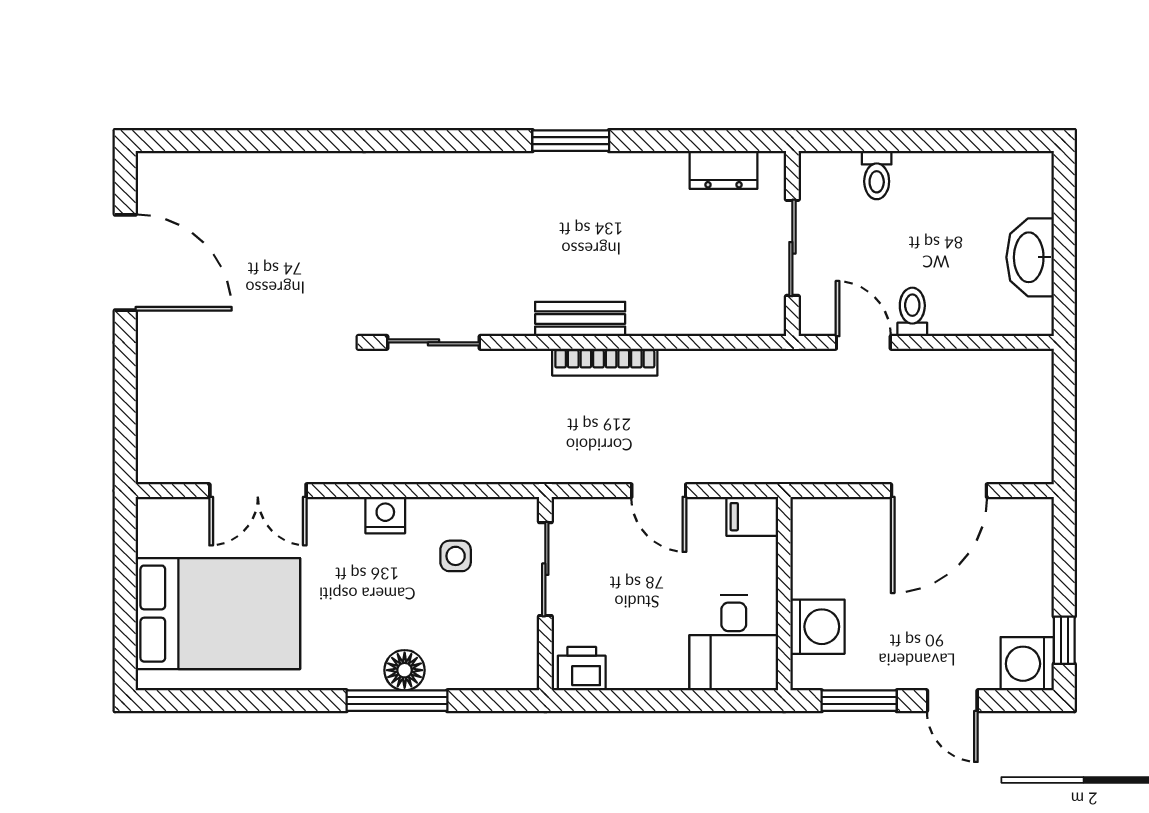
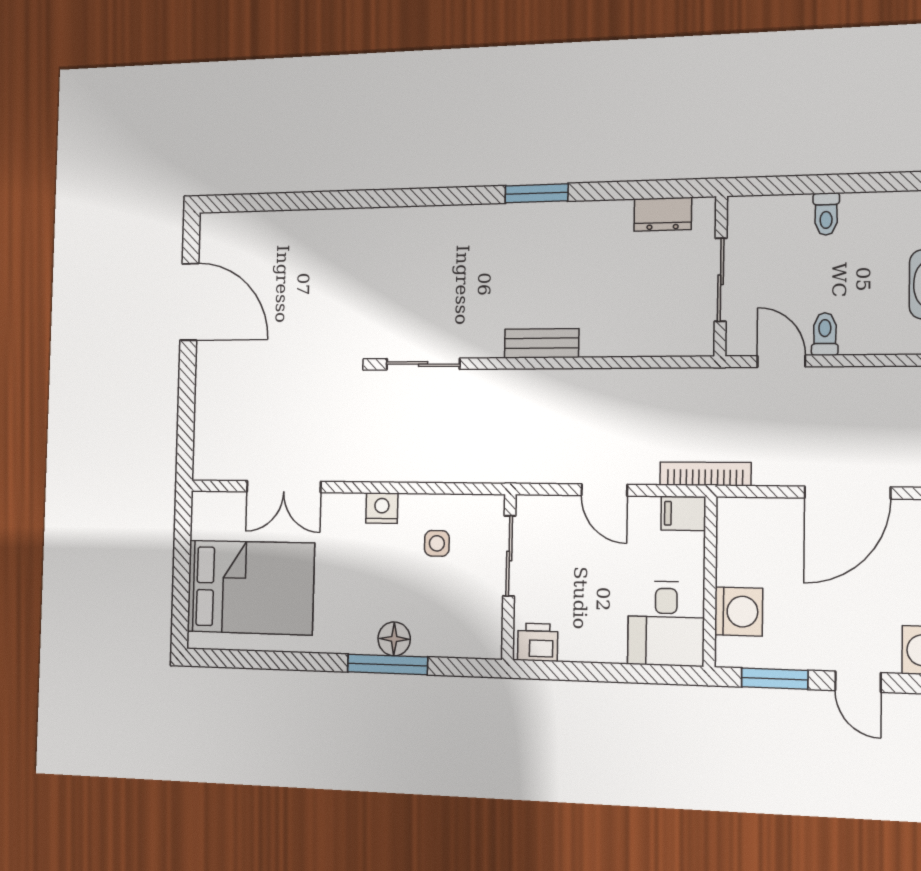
toilet: (877, 175) -> (826, 214), moved
bookcase: (605, 362) -> (705, 474), moved, turned 180

